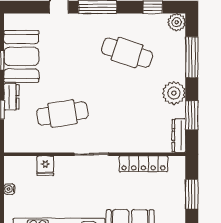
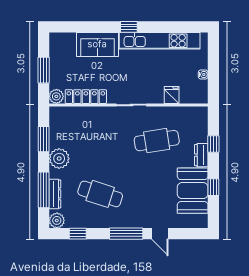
dresser: (179, 136) -> (55, 194), moved
plant: (177, 164) -> (56, 96), added

